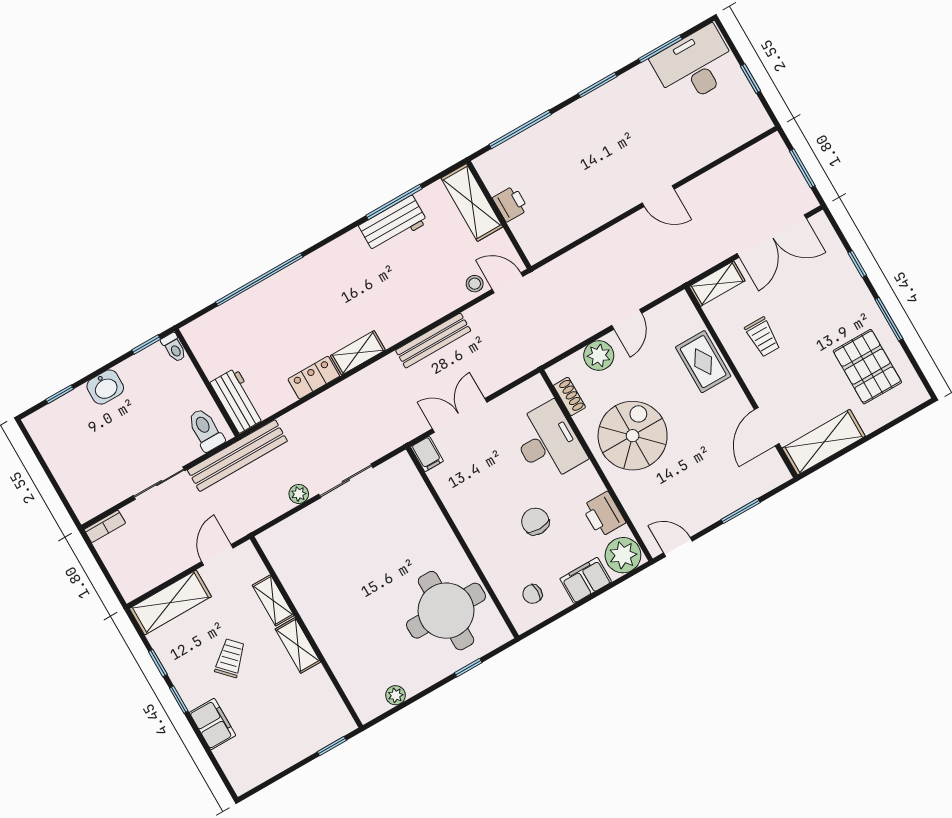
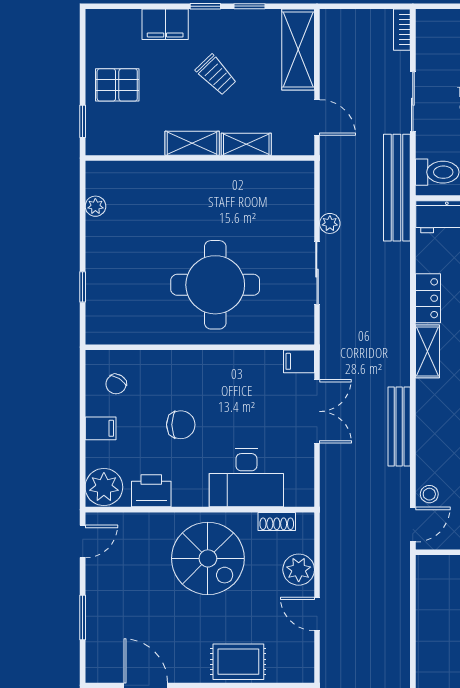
filing cabinet: (586, 580) -> (101, 428), width x0.50
chair: (532, 594) -> (116, 384), turned -148
round table: (446, 611) -> (215, 285), moved
pallet: (285, 735) -> (117, 85), added

